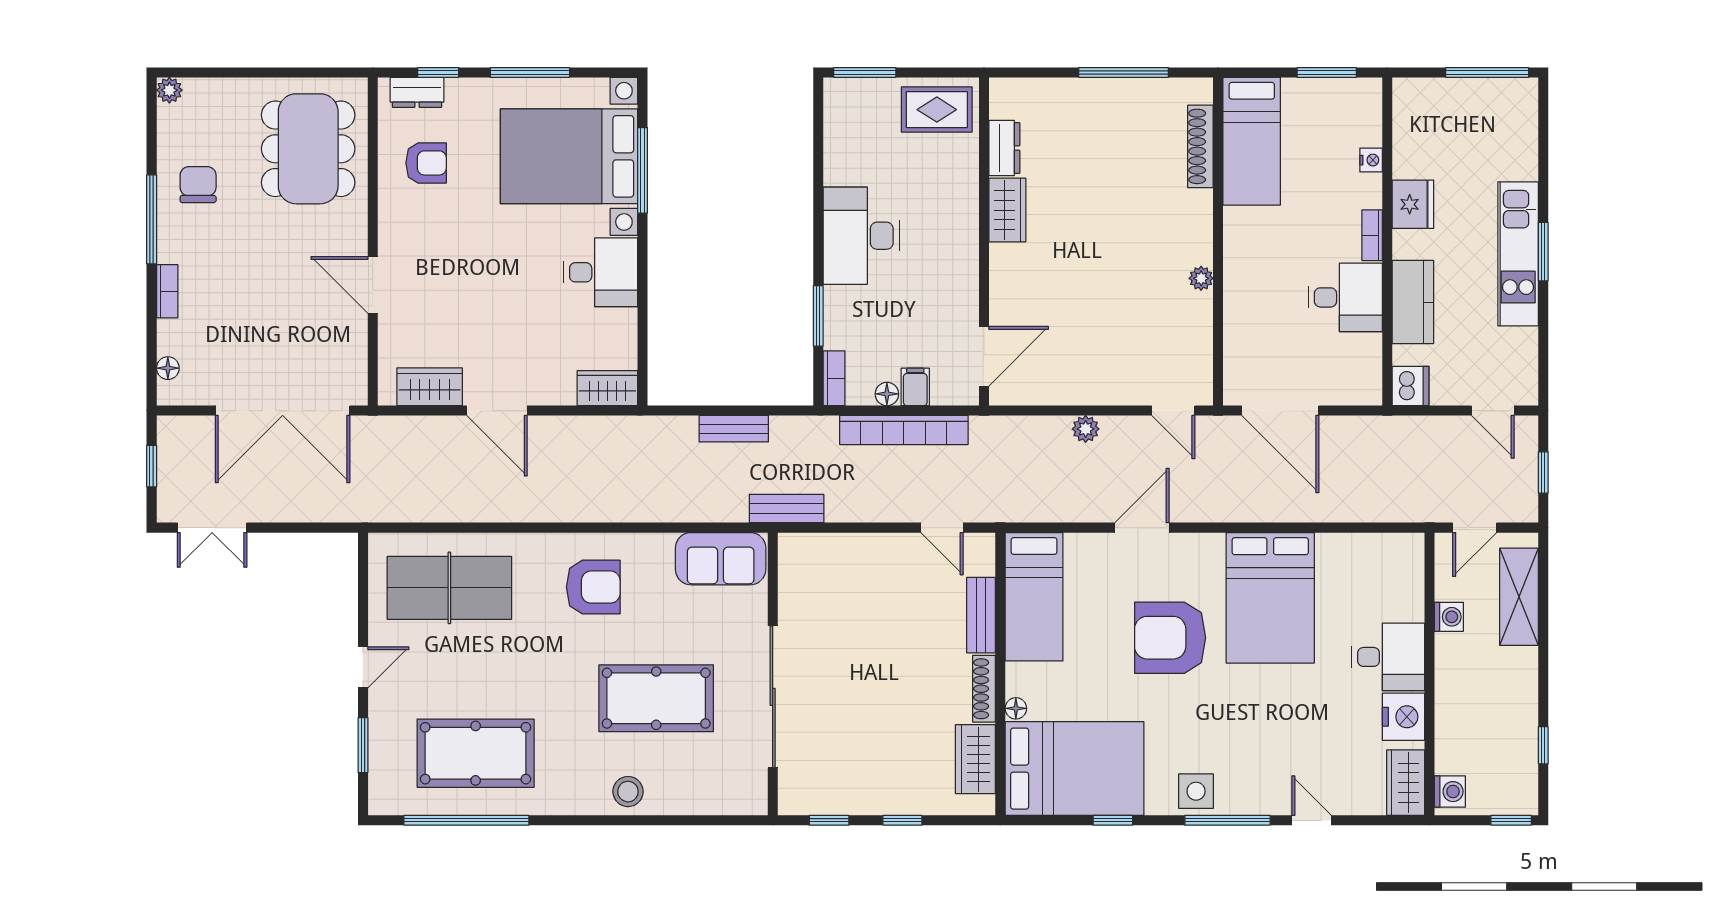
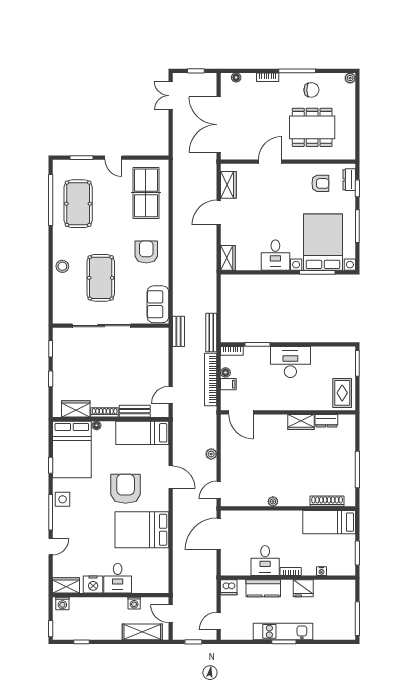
dining table: (308, 149) -> (312, 127), moved
armchair: (426, 163) -> (320, 183), turned -90
bench: (734, 429) -> (211, 333), moved, width x1.36
armchair: (593, 587) -> (146, 252), turned 180

